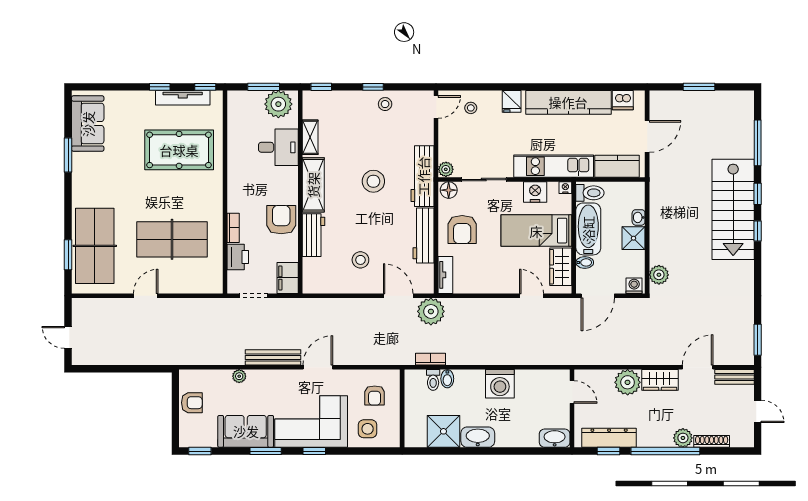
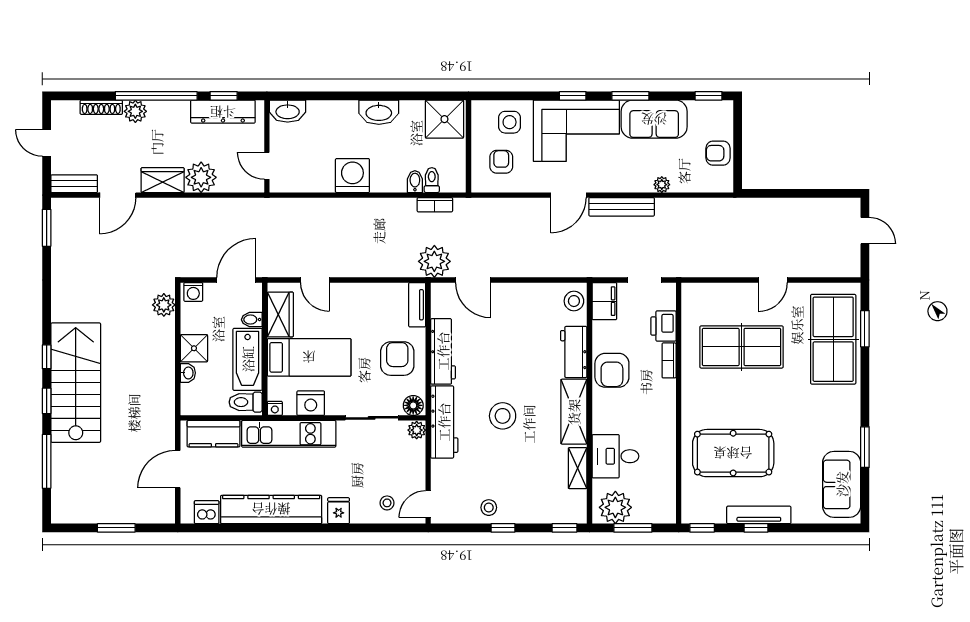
tv unit: (183, 98) -> (759, 515), moved
stool: (360, 260) -> (574, 301), moved
shower: (443, 431) -> (444, 119), moved

